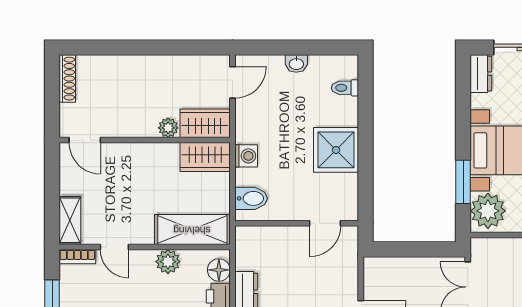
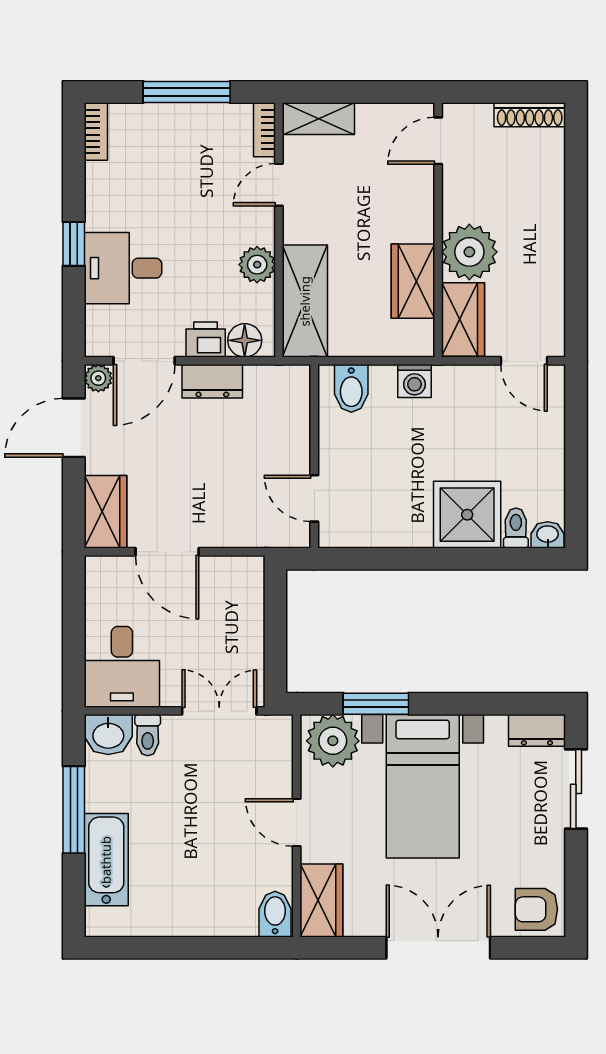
washbasin: (296, 64) -> (548, 535), moved, turned 90
plant: (168, 128) -> (469, 252), width x1.88, depth x1.88
shower: (336, 150) -> (467, 515), moved
wardrobe: (205, 157) -> (413, 281), moved

